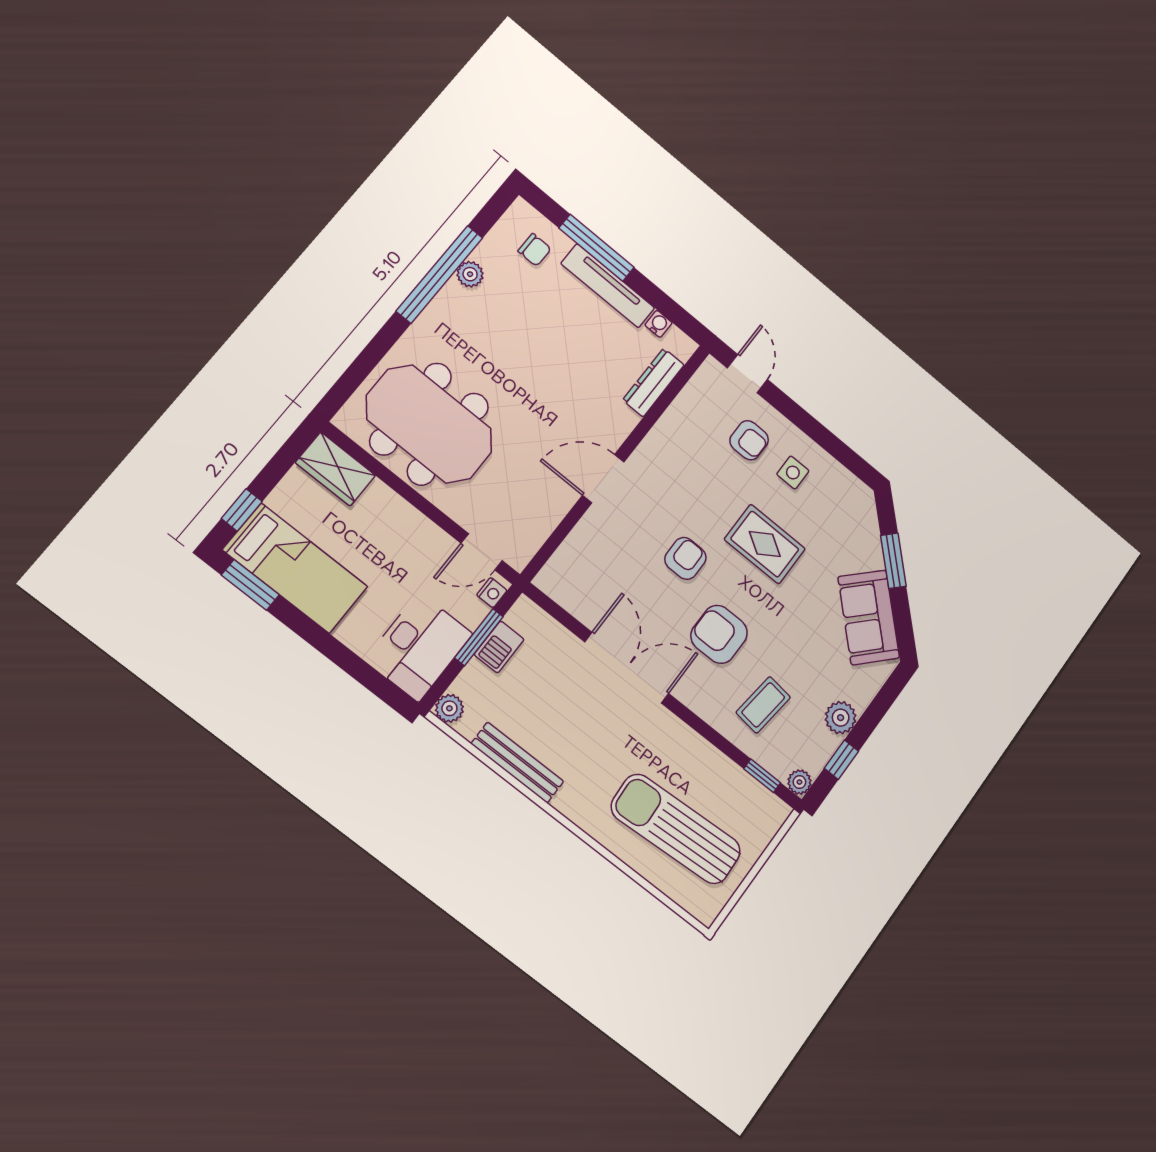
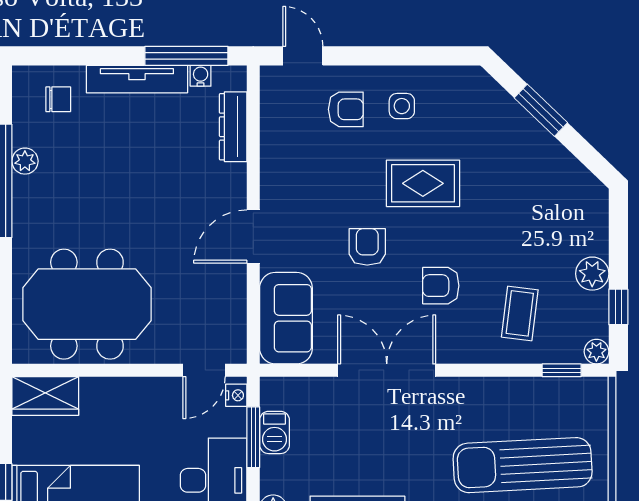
window: (597, 248) -> (186, 56), moved
sofa: (869, 617) -> (286, 318), moved, turned -134
armchair: (719, 634) -> (441, 286), width x0.72, depth x0.72

